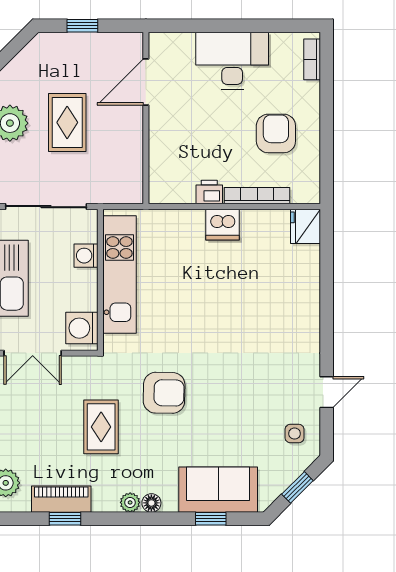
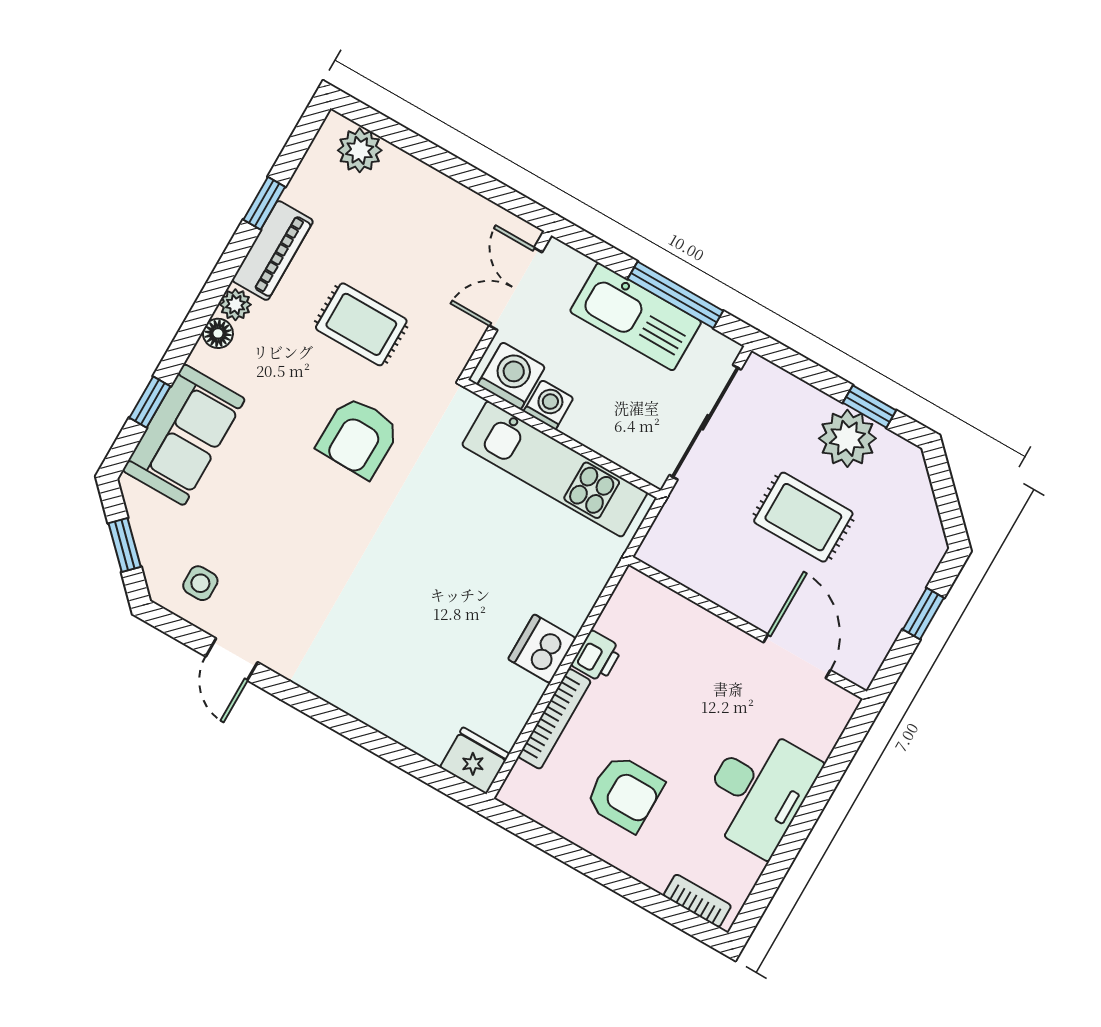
washing machine: (86, 256) -> (549, 405), moved
piano: (61, 499) -> (273, 251), moved

